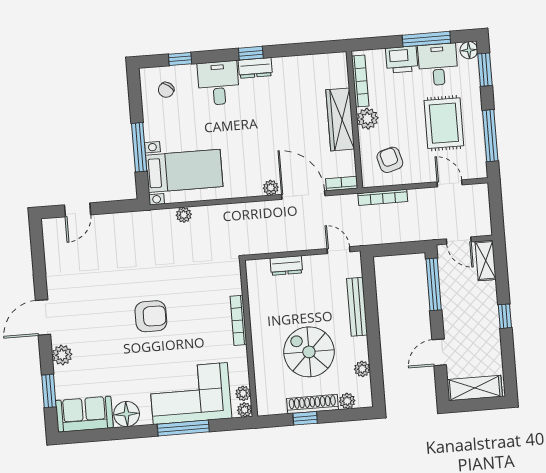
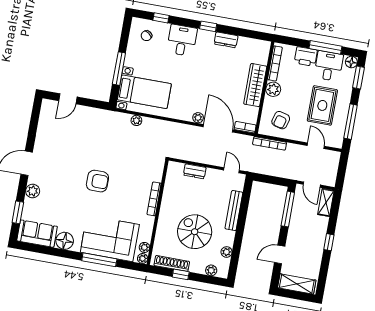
dresser: (255, 68) -> (226, 40), moved
armchair: (390, 160) -> (281, 120), turned -149
shoe rack: (312, 404) -> (172, 263), moved

